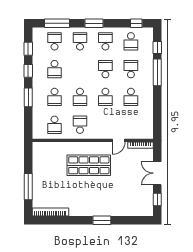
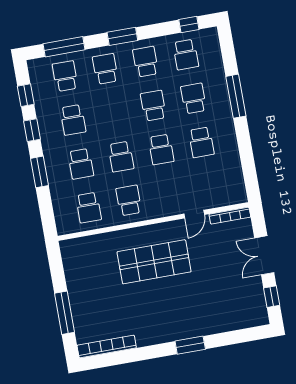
window: (157, 48) -> (229, 57), removed

